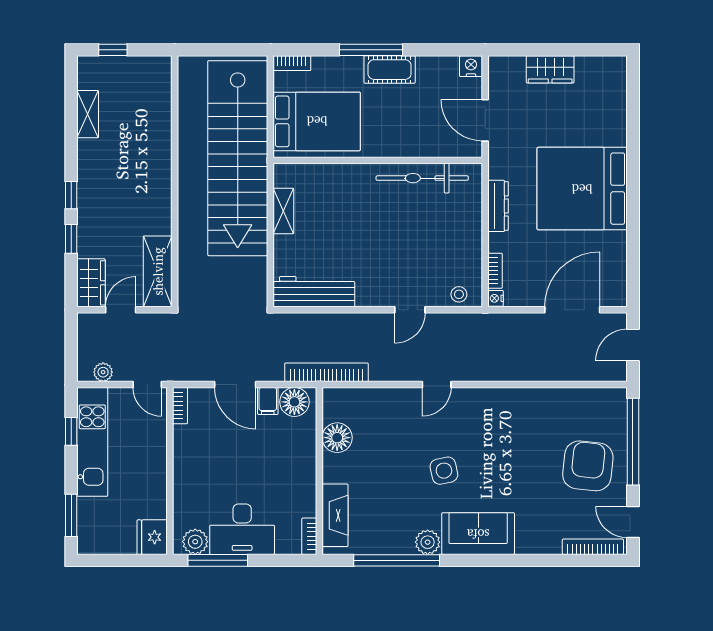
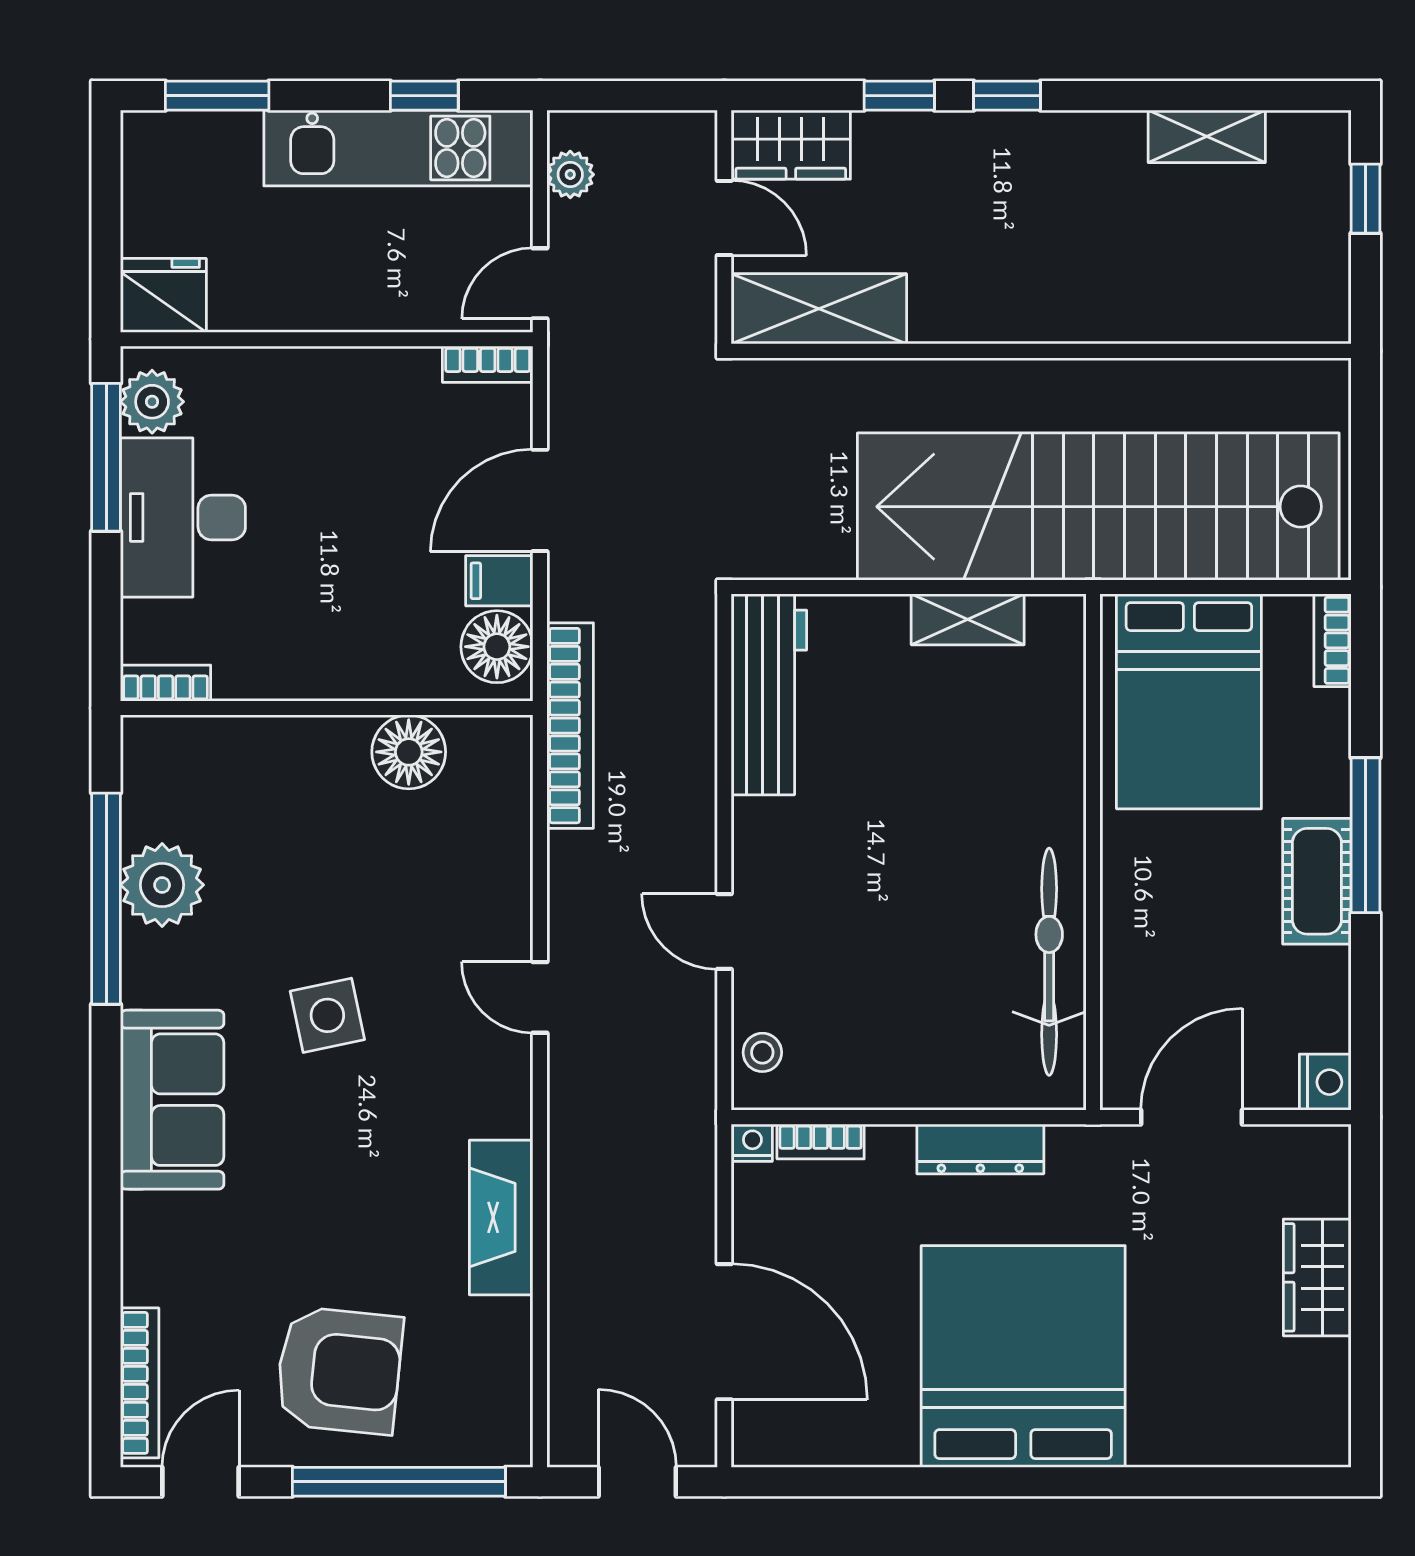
fireplace: (335, 515) -> (501, 1217), moved, turned 90
plant: (428, 542) -> (162, 885), moved, width x1.36, depth x1.36

